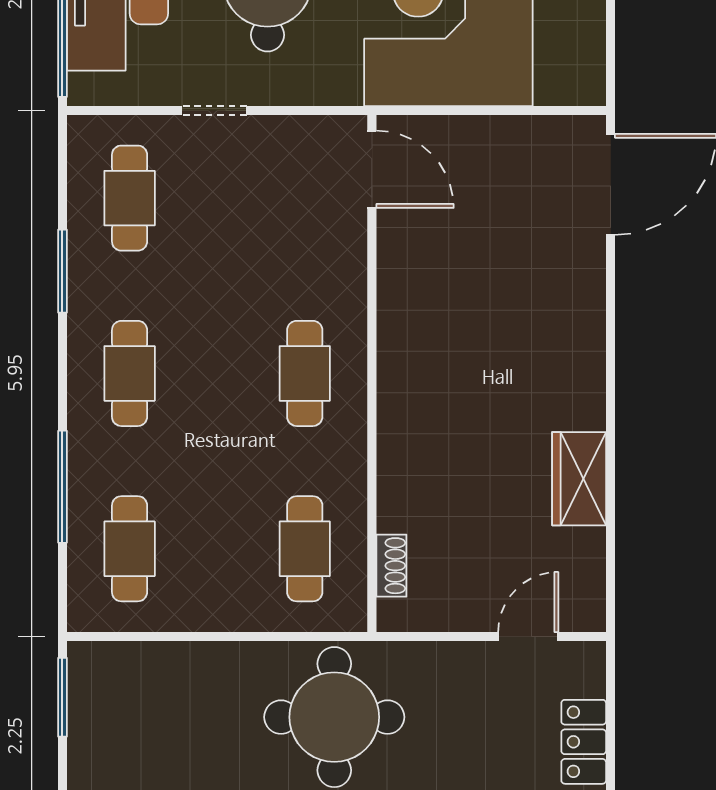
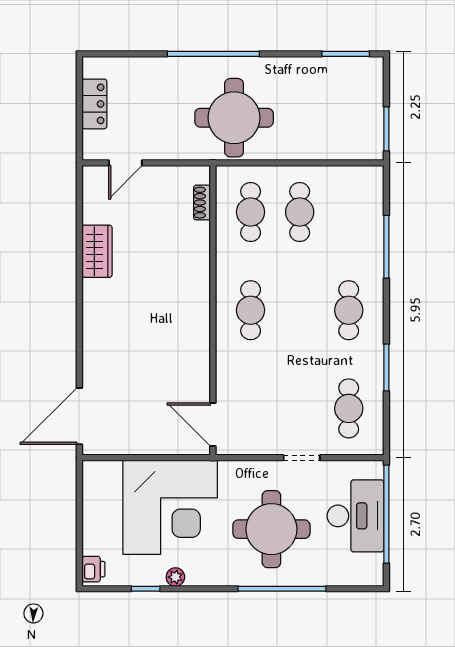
cafe table: (130, 549) -> (300, 212), moved

